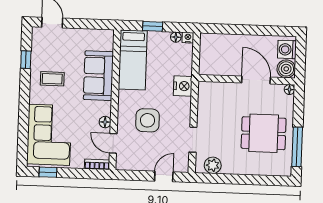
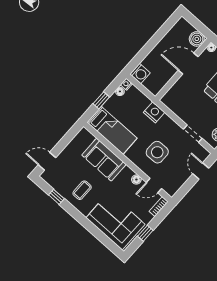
washing machine: (287, 49) -> (140, 74), moved, turned -90
window: (48, 172) -> (145, 233), moved

